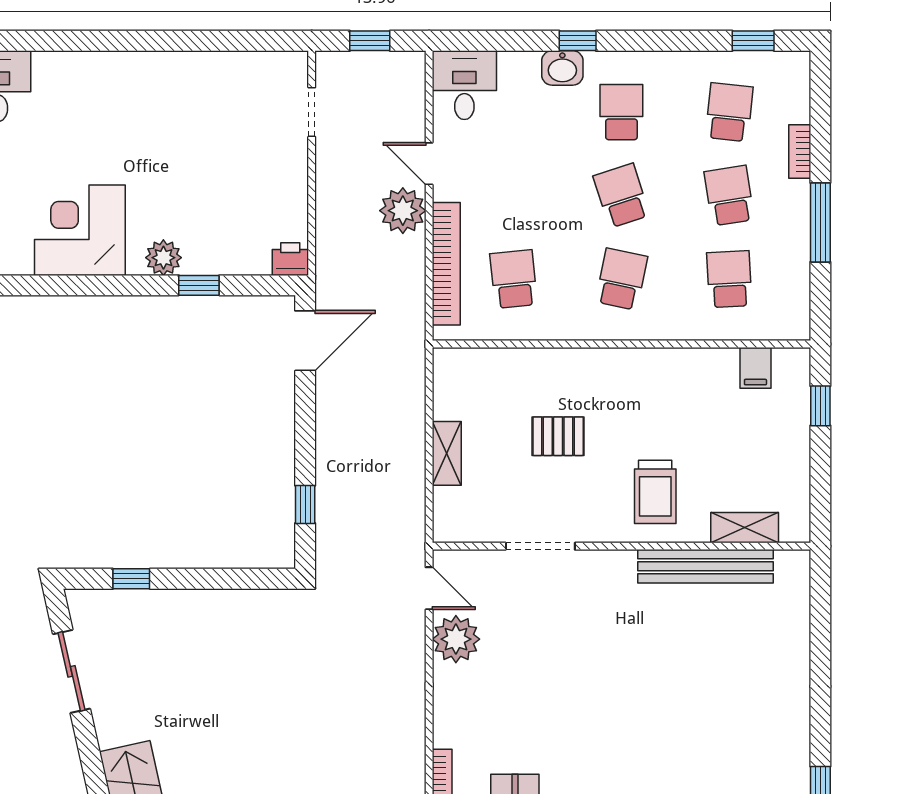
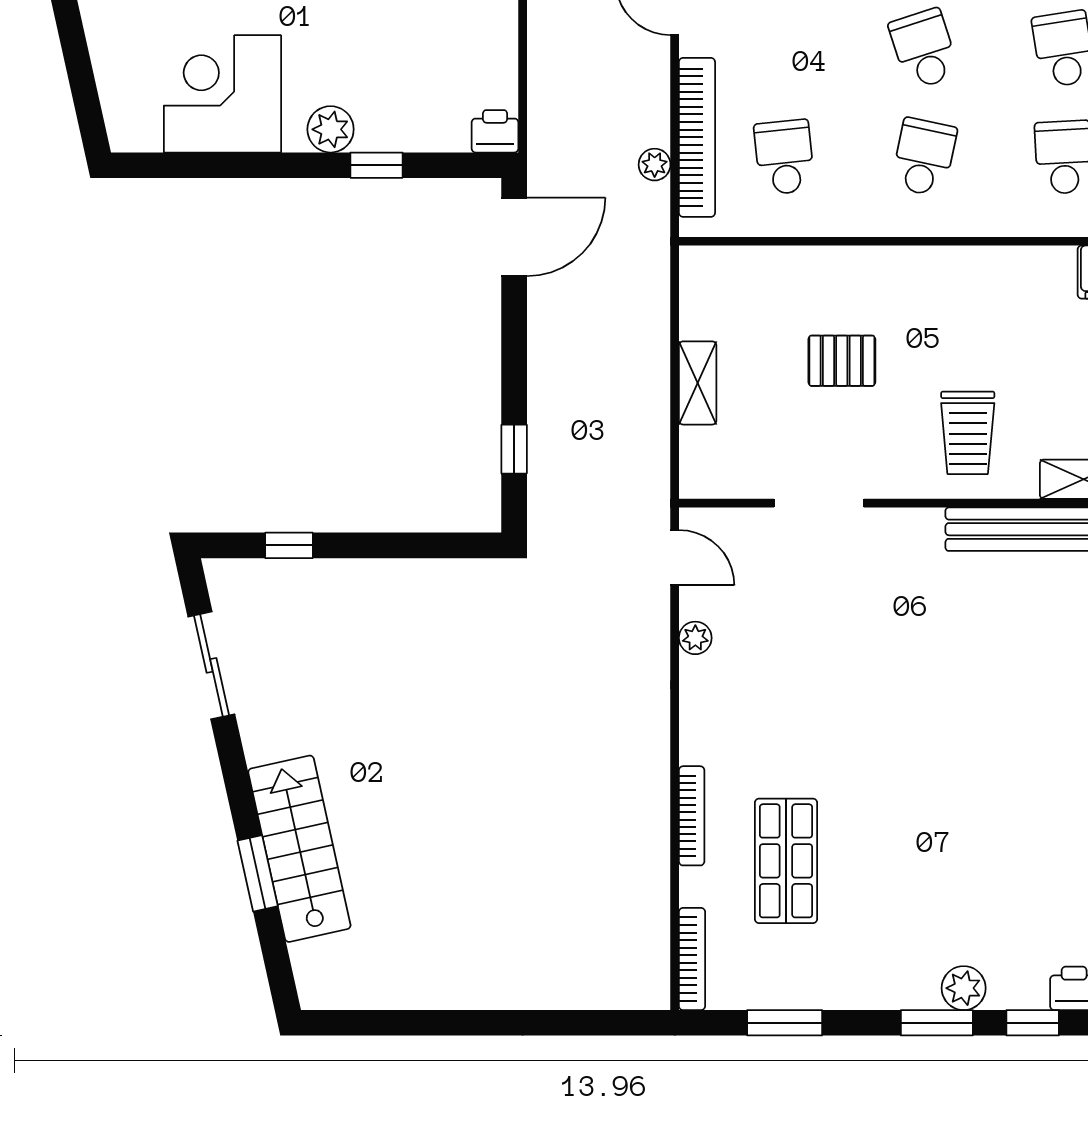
plant: (403, 211) -> (655, 165), moved, width x0.53, depth x0.53
plant: (456, 639) -> (695, 638), width x0.53, depth x0.53

